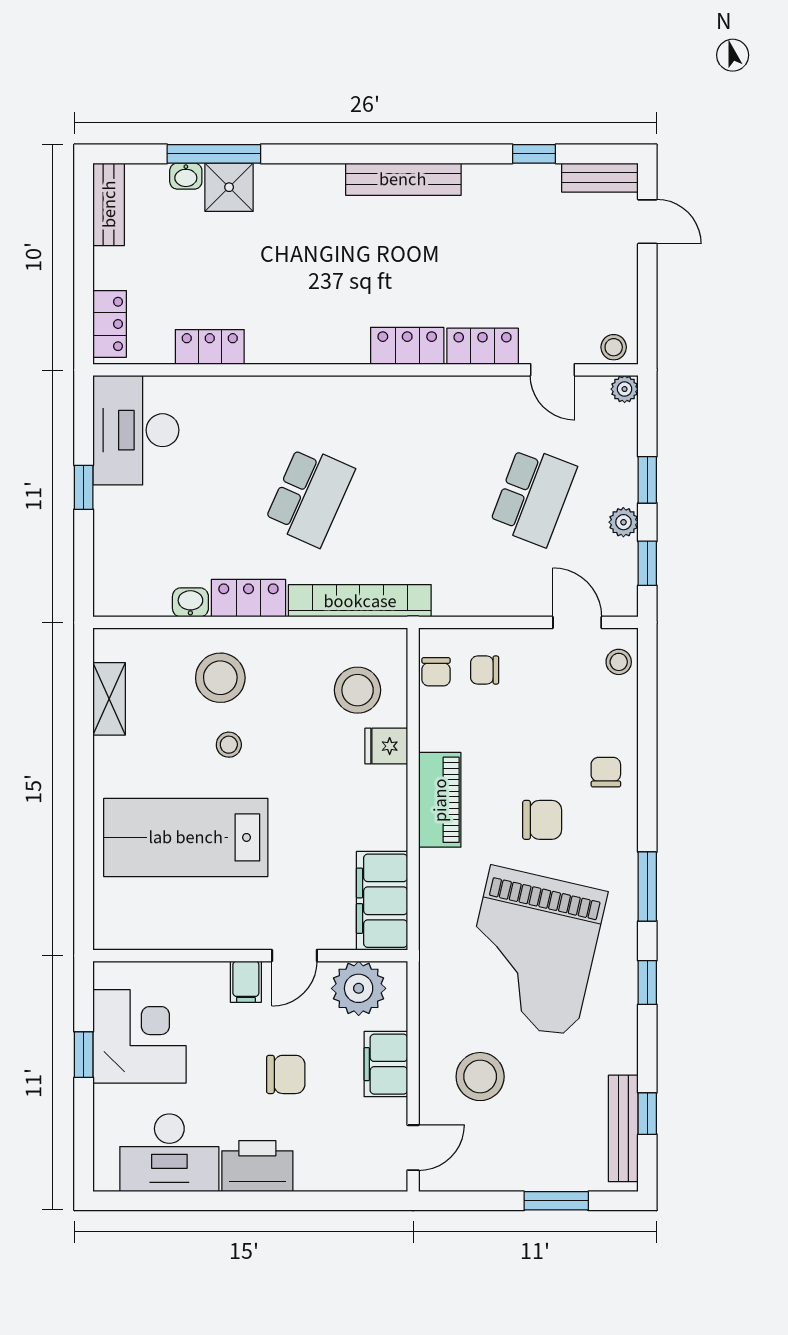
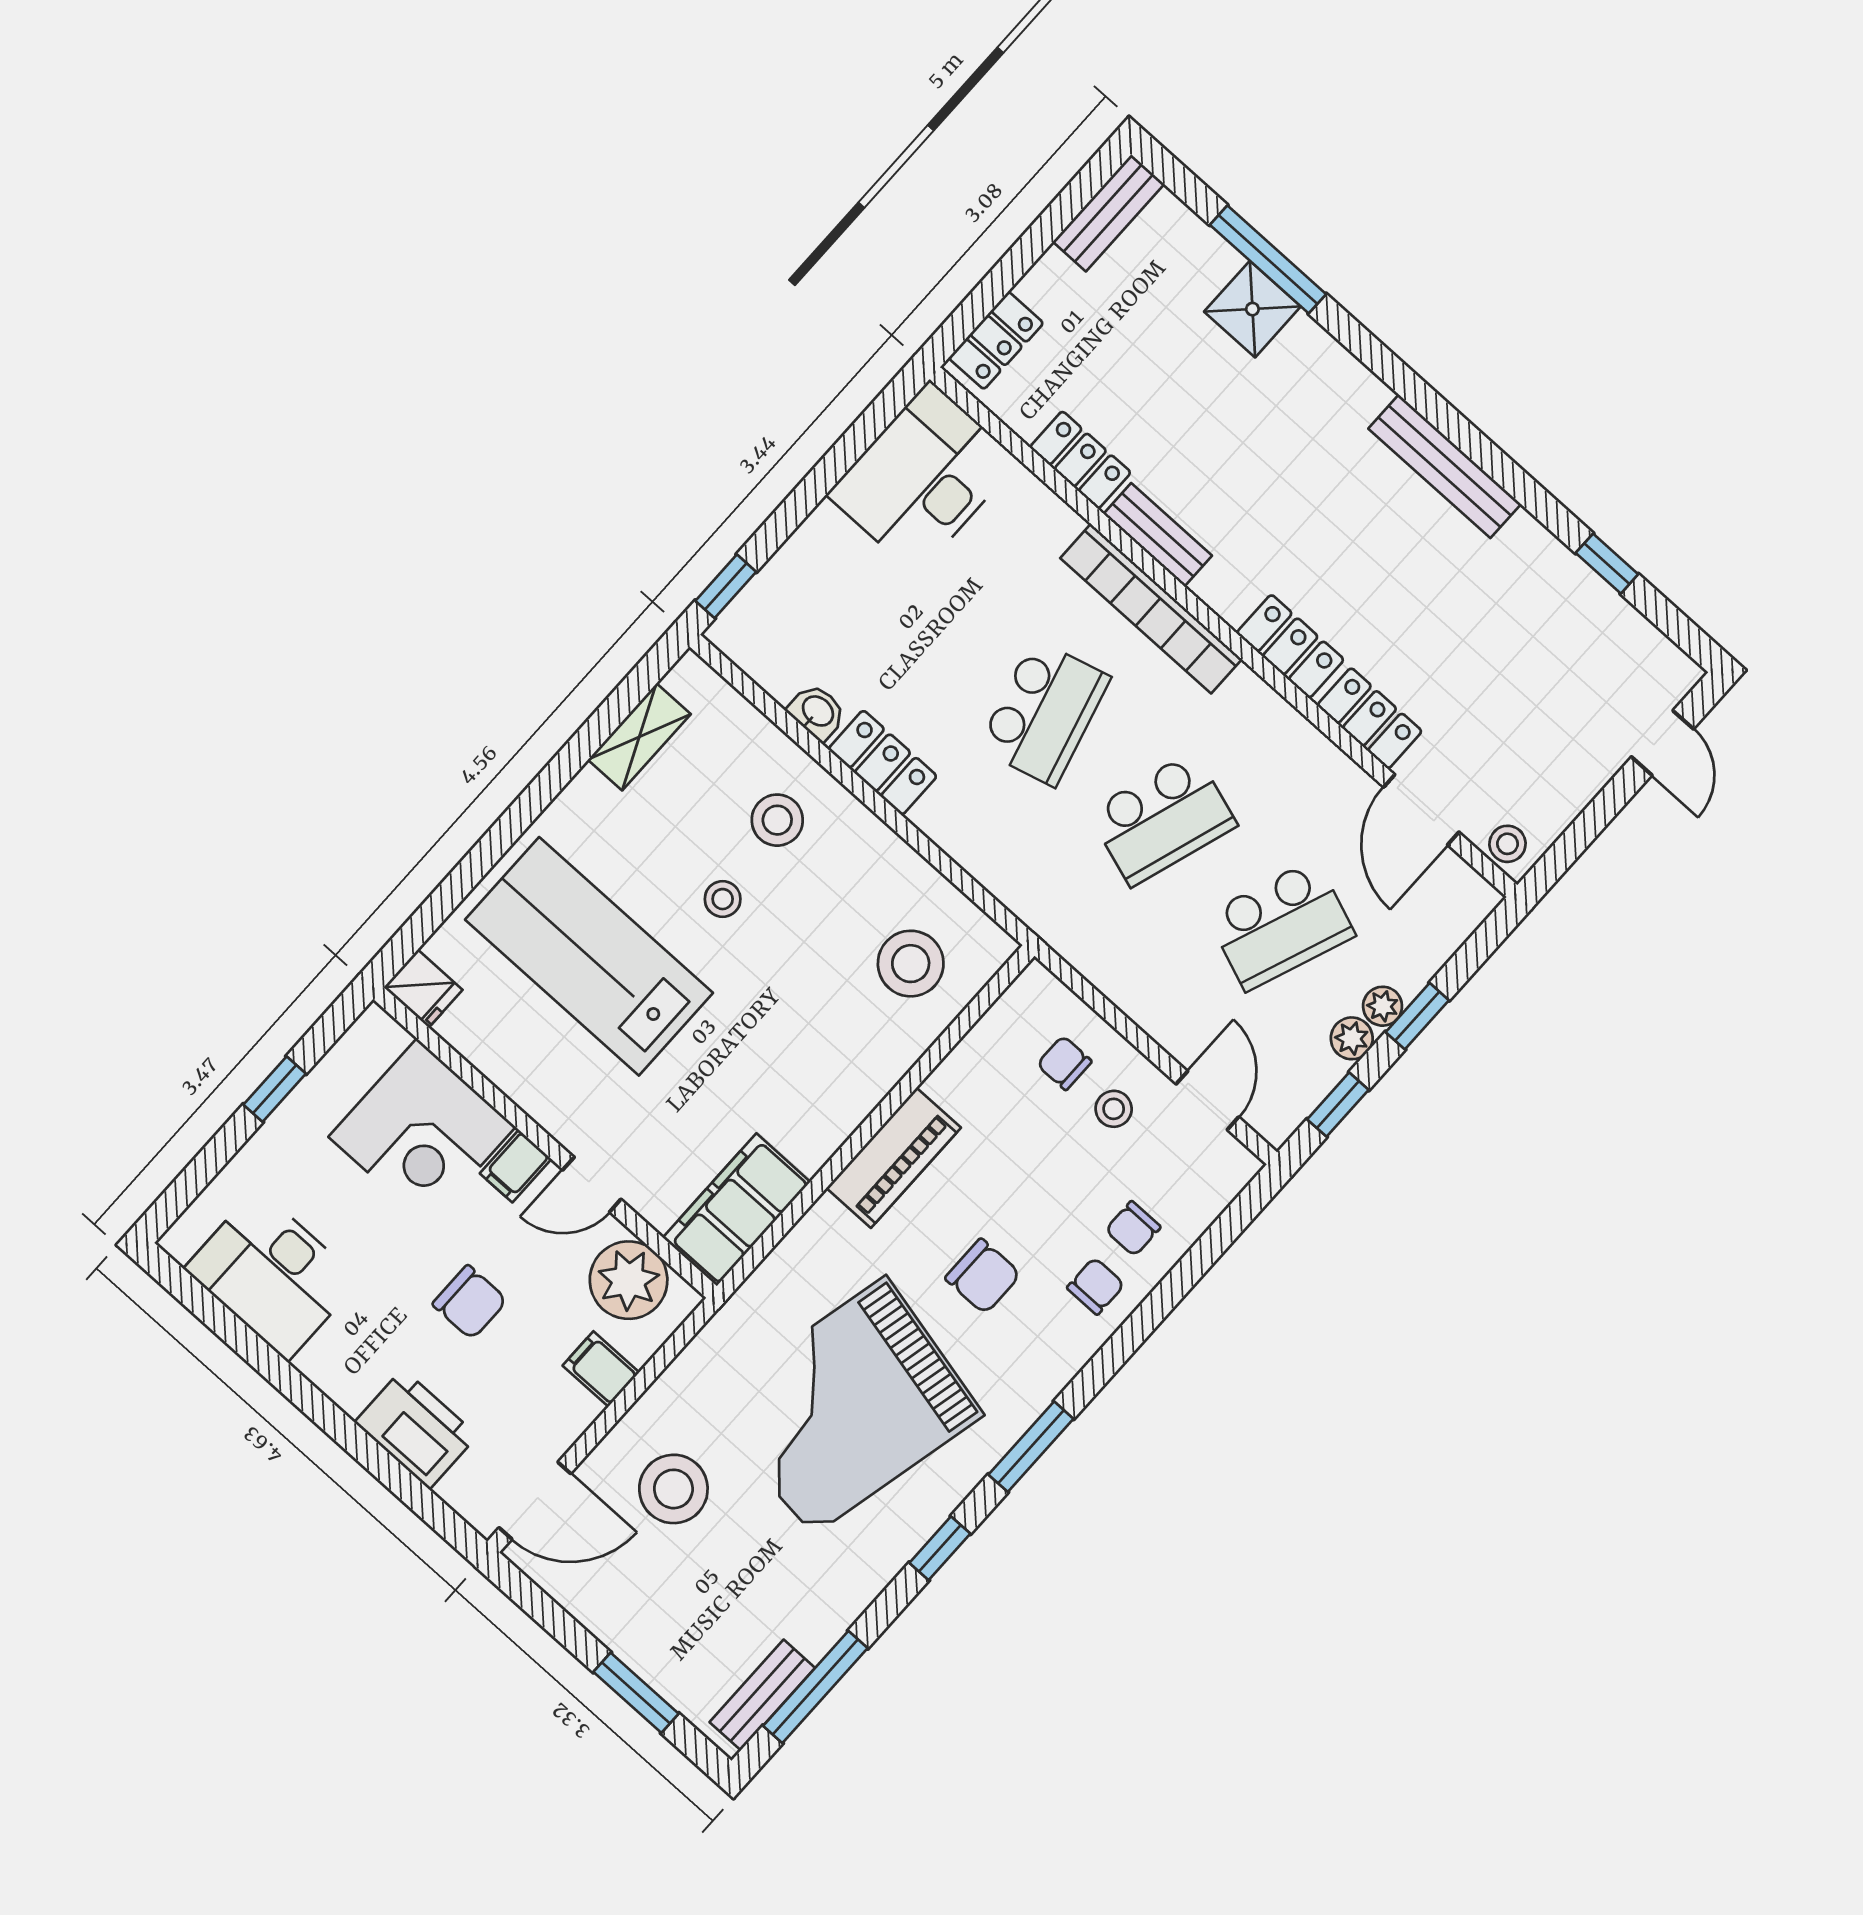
washbasin: (186, 176) -> (1217, 256), removed
bench: (600, 178) -> (1158, 535), moved
door: (552, 370) -> (1421, 810), width x1.38
plant: (625, 389) -> (1383, 1006), moved
window: (84, 487) -> (726, 586), moved
school desk: (310, 496) -> (1044, 713), turned -39
school desk: (421, 496) -> (1162, 819), added
bookcase: (360, 601) -> (1151, 609), moved, turned 180
stool: (619, 662) -> (1114, 1109), moved
chair: (436, 672) -> (1133, 1229), moved
stool: (220, 678) -> (777, 820), width x0.73, depth x0.73
fridge: (386, 746) -> (423, 989), moved, turned 180
corner desk: (139, 1036) -> (422, 1132), moved, turned 90
filing cabinet: (386, 1064) -> (601, 1369), width x0.50
window: (647, 1114) -> (815, 1687), width x2.17
bench: (623, 1128) -> (762, 1695), width x0.73
door: (413, 1148) -> (535, 1501), width x1.37
printer: (257, 1166) -> (416, 1429), moved

